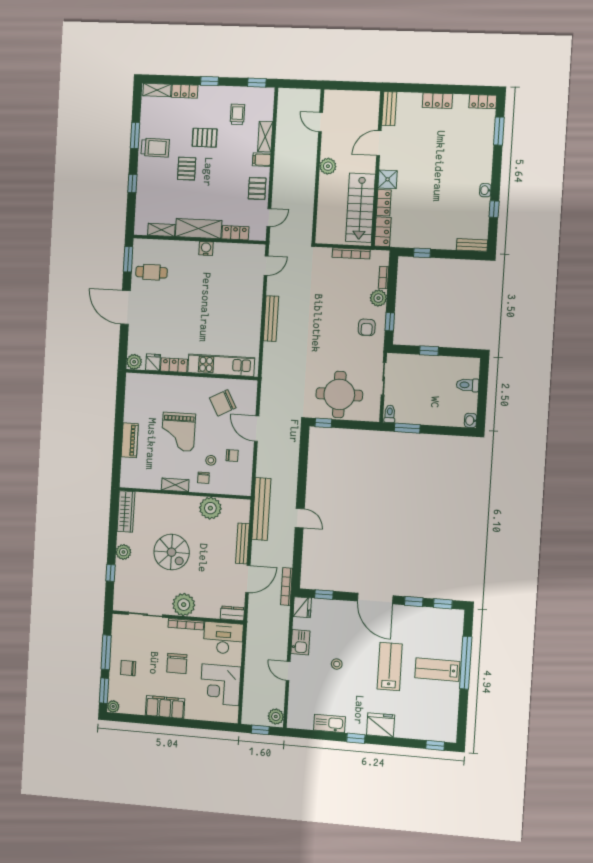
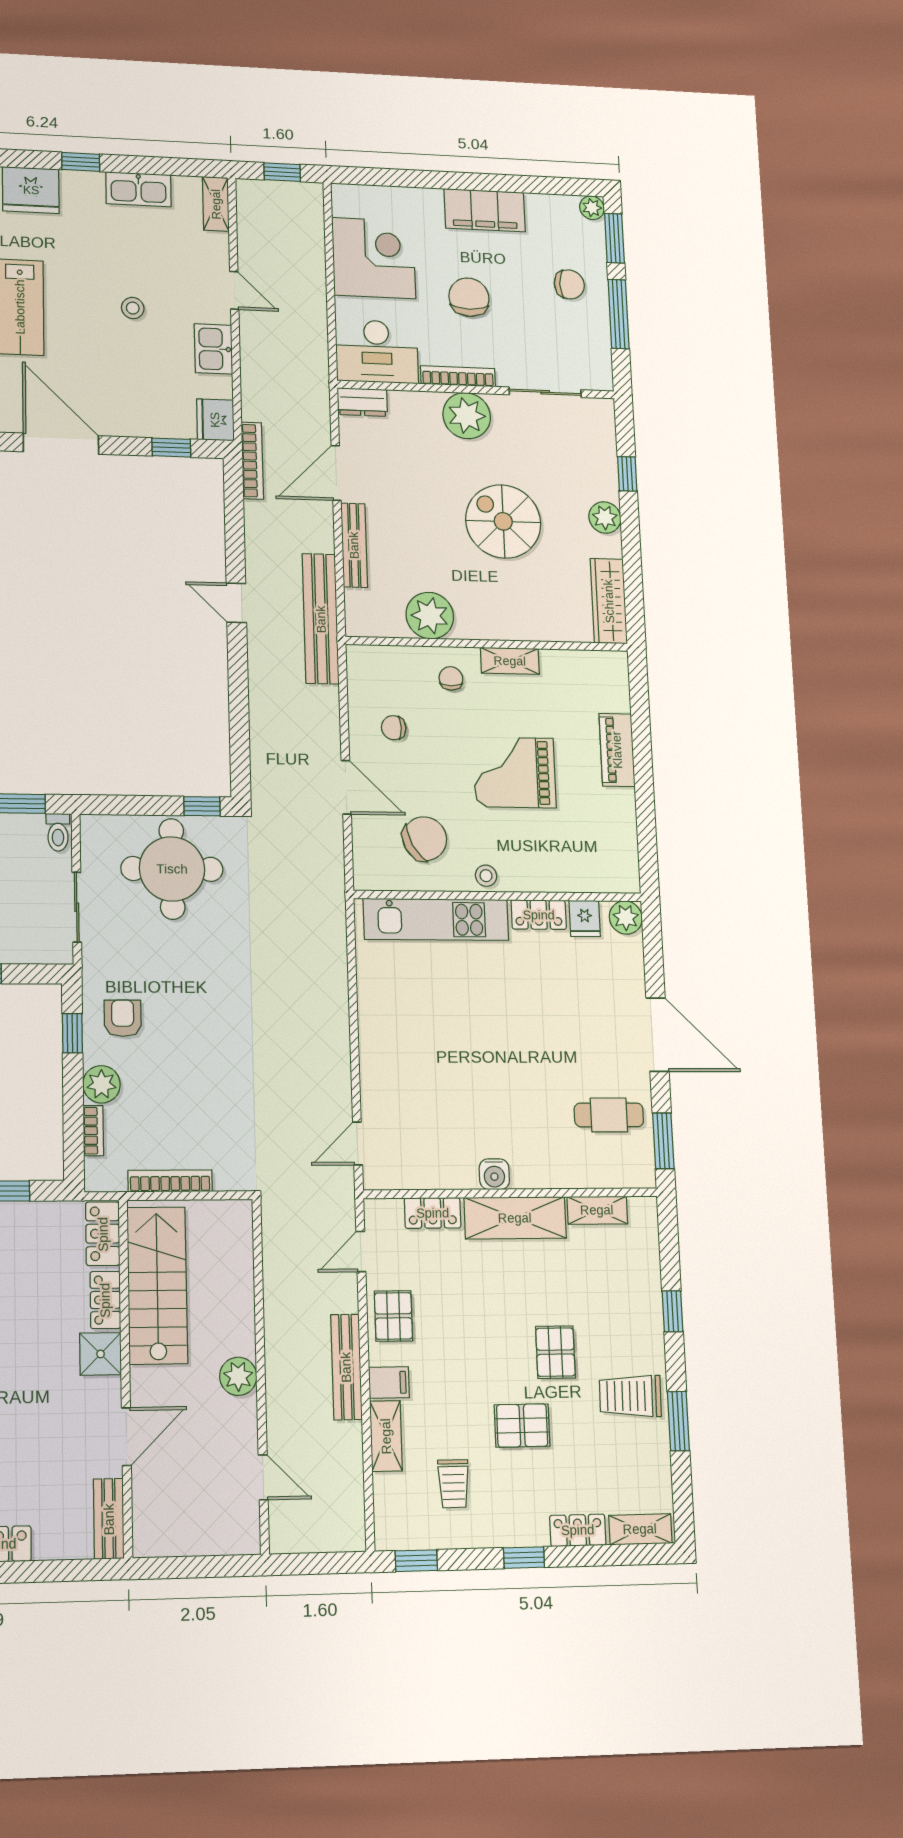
bench: (271, 319) -> (346, 1367), moved
grand piano: (178, 432) -> (514, 772), turned -90
stool: (211, 460) -> (486, 876), moved
shelving: (293, 715) -> (216, 204), added
plant: (276, 717) -> (252, 199), removed

